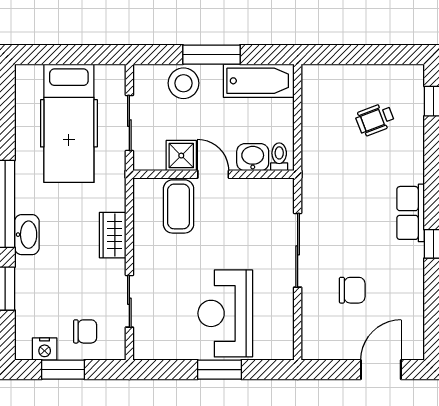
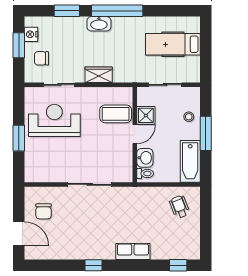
stool: (184, 83) -> (189, 117), width x0.53, depth x0.53
wheelchair: (375, 119) -> (180, 207), moved
hospital bed: (69, 123) -> (173, 44), width x0.73, depth x0.78
row of seats: (411, 213) -> (133, 251), moved
chair: (352, 290) -> (44, 211), moved
reception desk: (225, 313) -> (54, 120), moved
chair: (85, 331) -> (42, 58), turned 90

